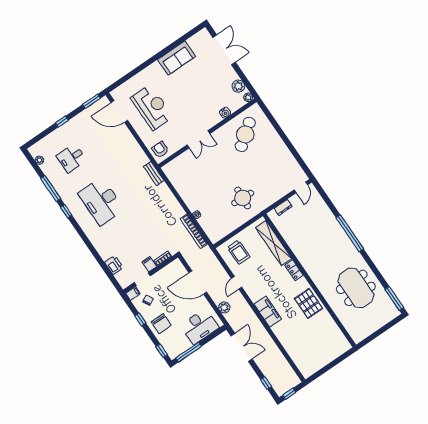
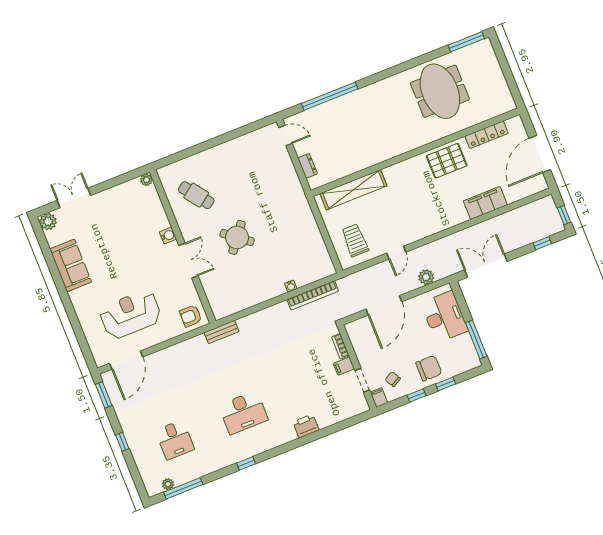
double door: (224, 50) -> (74, 198), width x0.73
plant: (238, 86) -> (48, 222), moved
water cooler: (225, 113) -> (168, 235), moved
cafe table: (245, 134) -> (196, 195), width x0.73, depth x0.74
window: (51, 189) -> (183, 488), moved
round table: (243, 198) -> (237, 237), moved, turned 35
desk: (101, 201) -> (243, 413), width x0.73, depth x0.77
window: (350, 233) -> (330, 96), moved
trolley: (239, 252) -> (355, 240), turned -90
printer: (114, 265) -> (306, 426), moved
locker: (294, 270) -> (486, 135), moved, width x1.53
door: (237, 283) -> (396, 253), hinge flipped
meeting table: (356, 288) -> (440, 91), turned 90
filing cabinet: (268, 312) -> (485, 203), moved
window: (162, 351) -> (446, 384), moved
door: (328, 367) -> (540, 154), added

